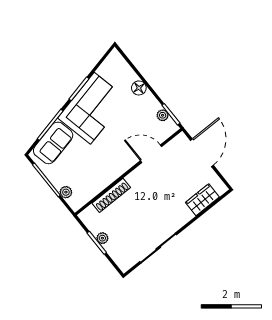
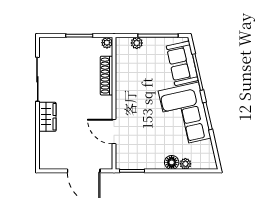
plant: (163, 115) -> (185, 164), moved
door: (151, 154) -> (114, 132), swing flipped
wardrobe: (202, 200) -> (47, 117), moved
plant: (102, 238) -> (107, 43), moved

